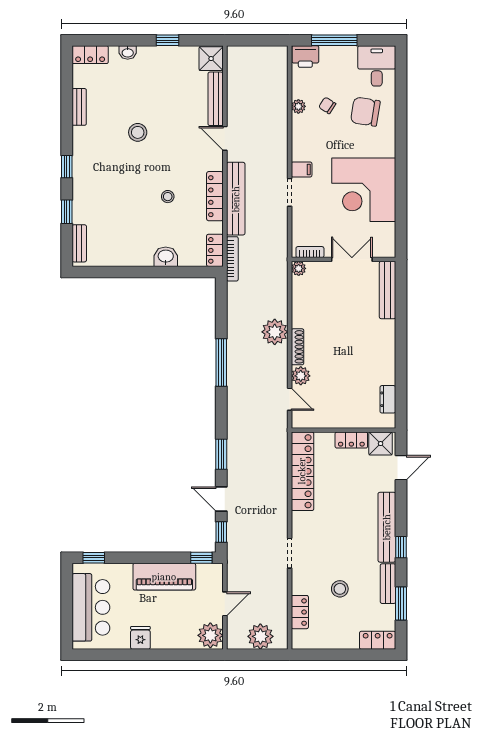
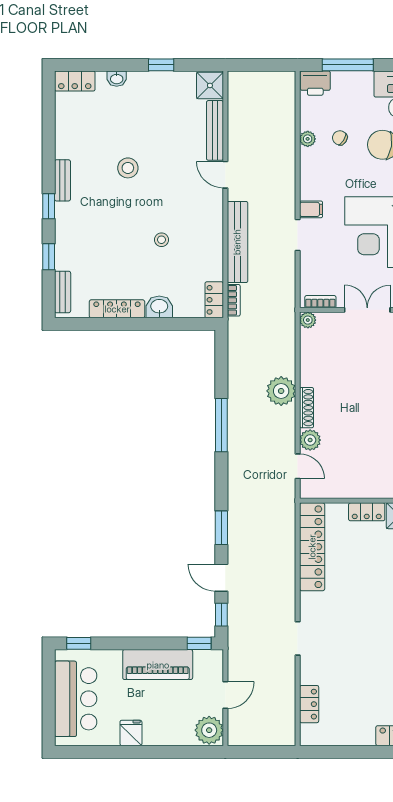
bench: (79, 107) -> (62, 180), moved
locker: (215, 196) -> (117, 309), moved, turned 90
bookcase: (232, 259) -> (234, 300), width x0.64
stool: (340, 589) -> (354, 678), removed
plant: (260, 636) -> (265, 731), removed

